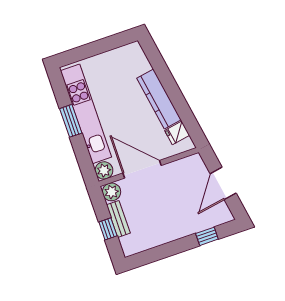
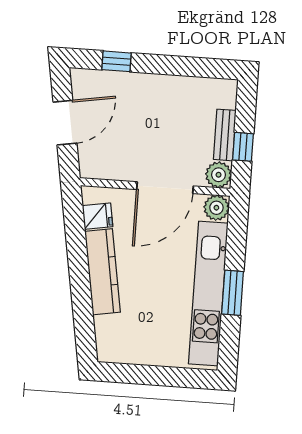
door: (142, 169) -> (165, 188), hinge flipped
window: (108, 229) -> (243, 147), moved

